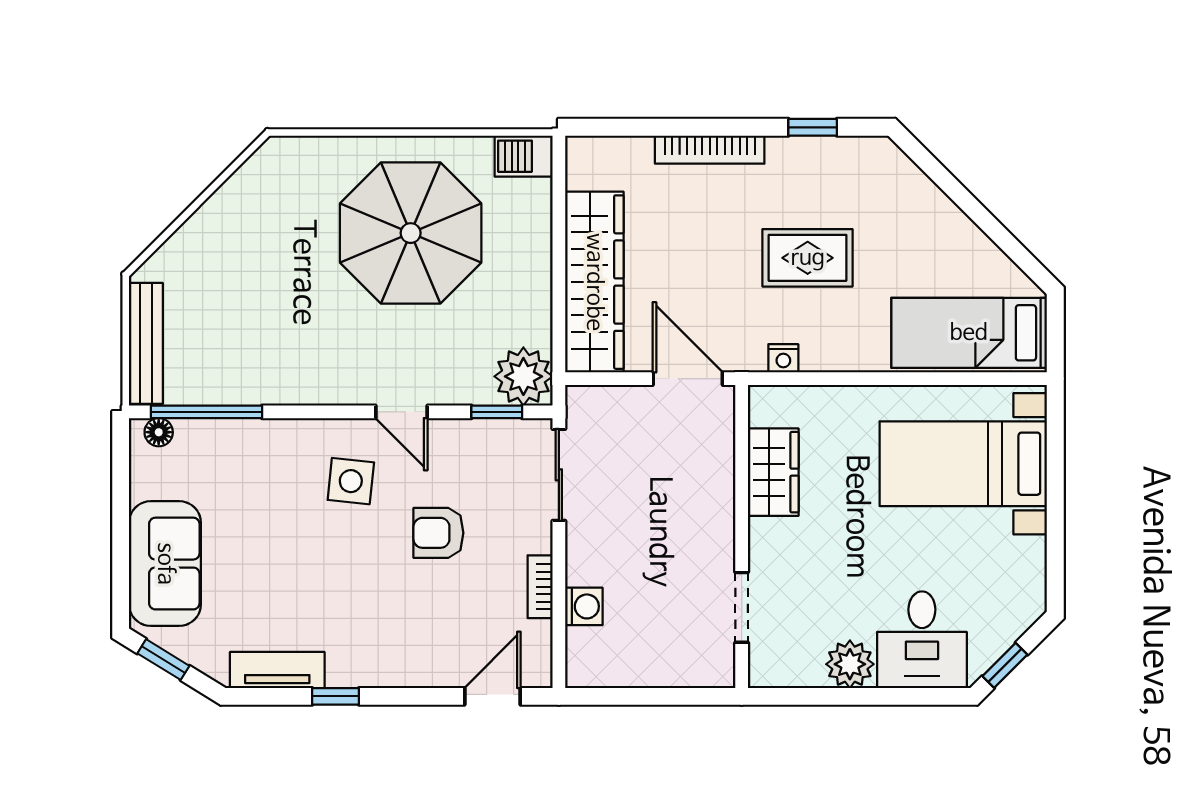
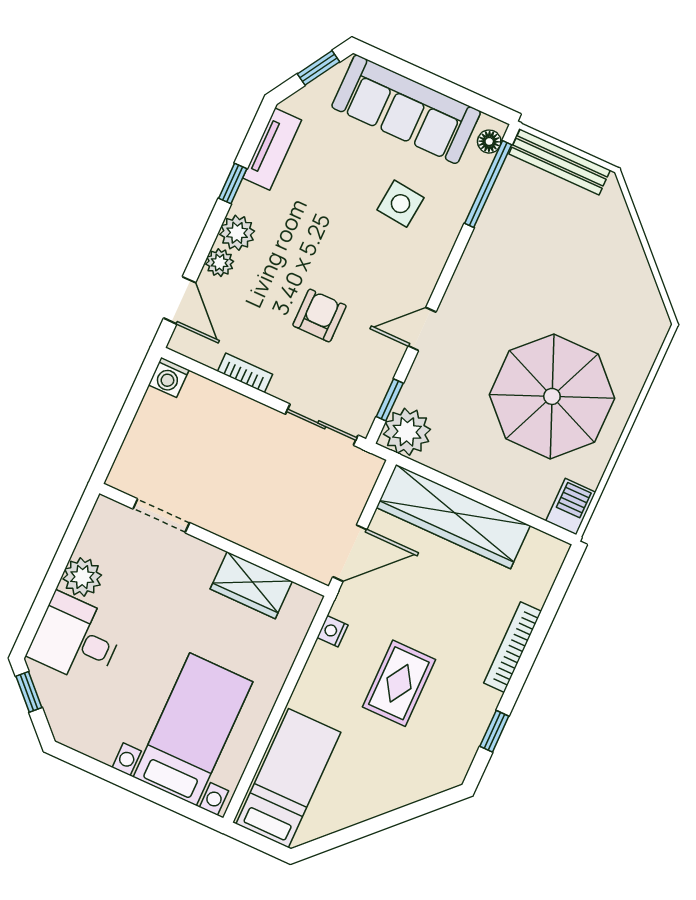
side table: (351, 481) -> (401, 204), moved
sofa: (165, 564) -> (406, 109), width x1.36
washing machine: (584, 606) -> (169, 377), moved
plant: (388, 666) -> (237, 233), added
plant: (430, 671) -> (220, 263), added

